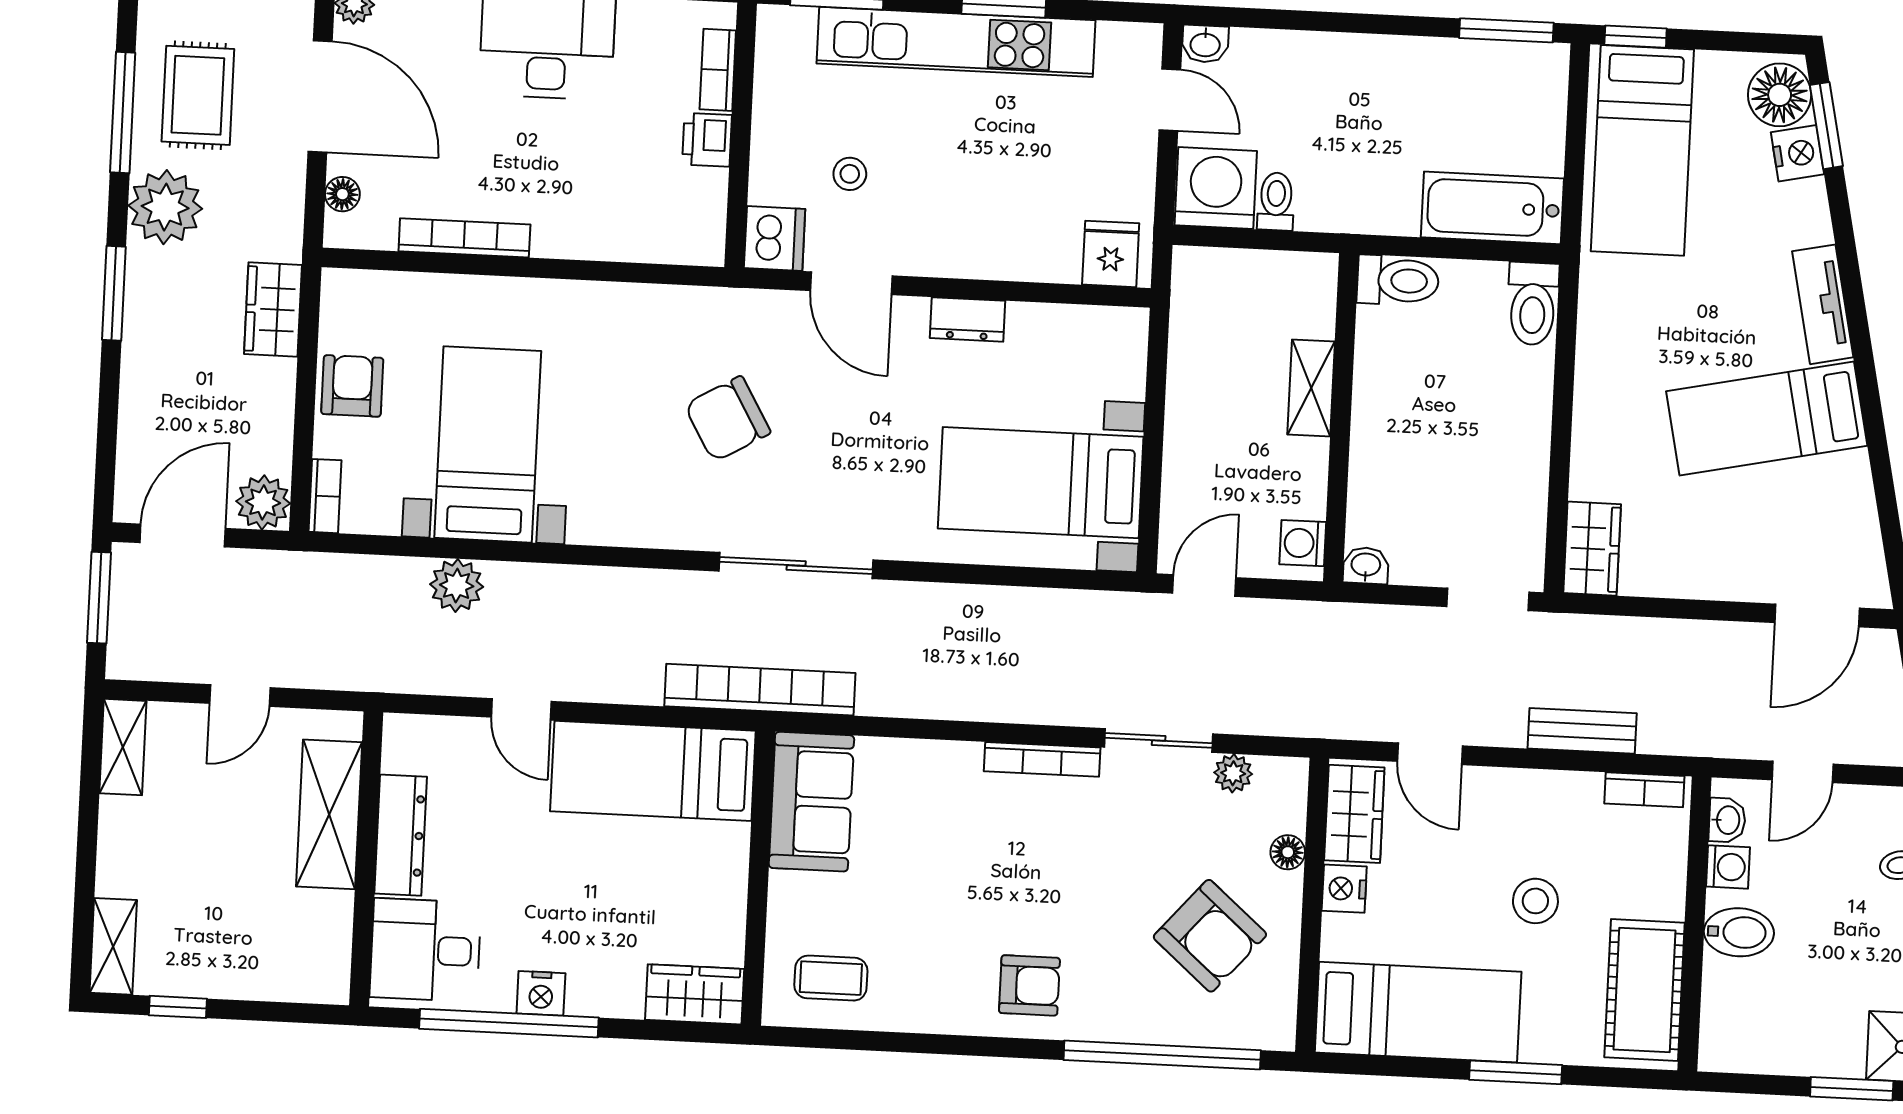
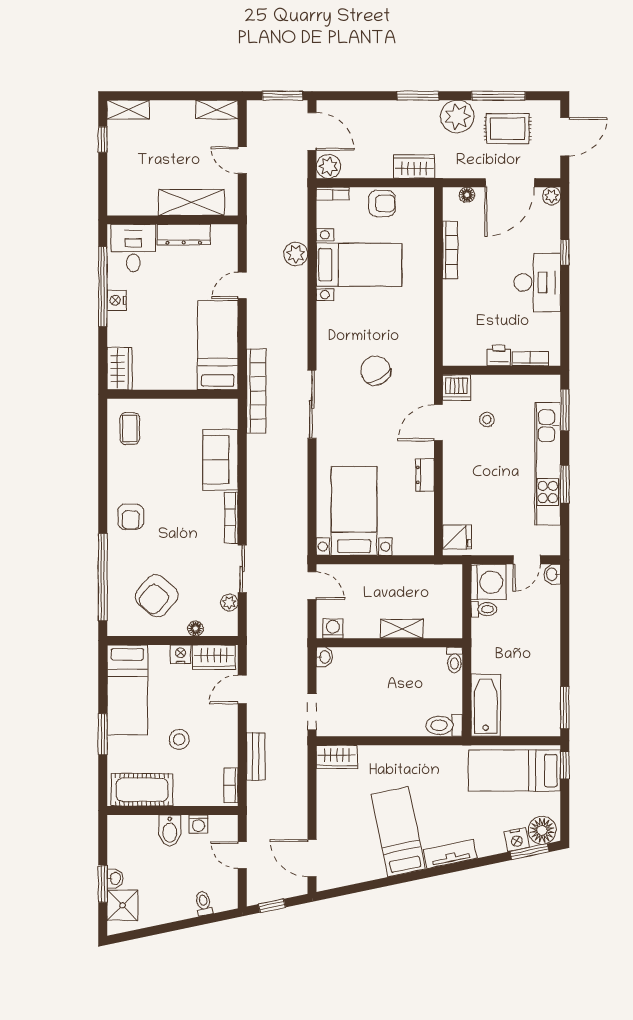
toilet: (1398, 280) -> (454, 660), width x0.73, depth x0.72
sofa: (811, 802) -> (220, 460), moved, turned 90
washbasin: (1727, 820) -> (115, 878), moved, turned -90

